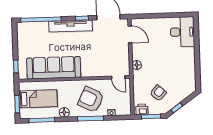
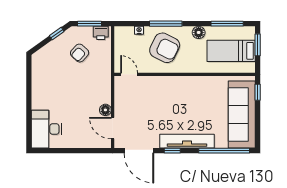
floor lamp: (137, 65) -> (105, 110), moved
sofa: (54, 68) -> (242, 114), moved, turned 90

